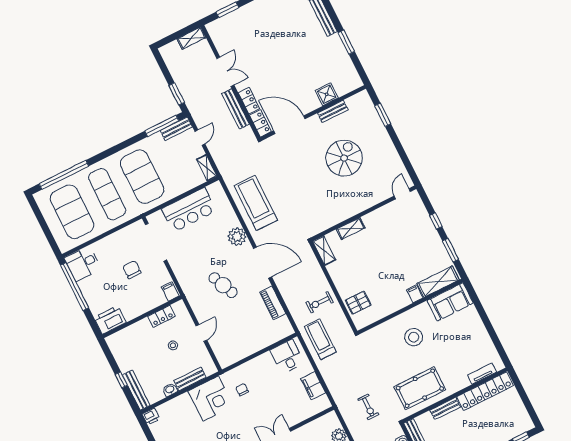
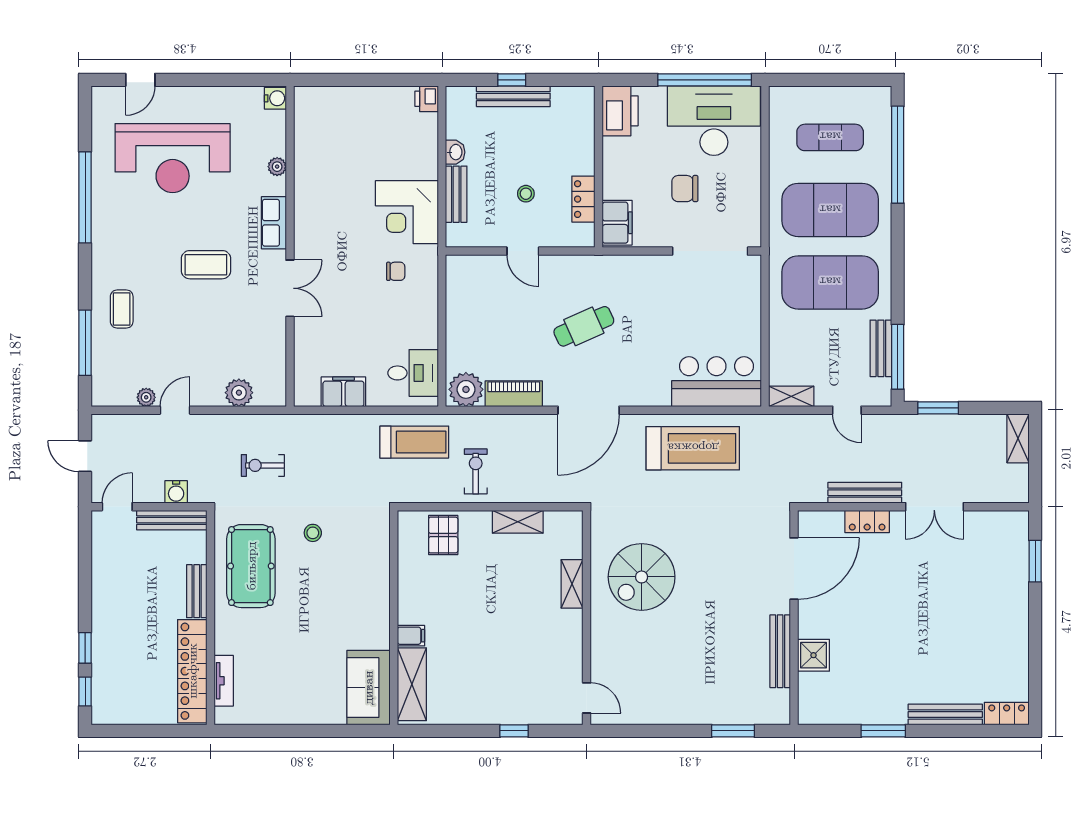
shelving: (192, 38) -> (1018, 438), moved
bench: (333, 111) -> (780, 651), width x1.36
locker: (260, 123) -> (820, 522), removed
bench: (176, 129) -> (881, 348), moved
spiral stairs: (344, 158) -> (642, 577), moved, turned 90
exercise mat: (107, 194) -> (830, 210), width x1.47
bar counter: (189, 210) -> (716, 382), moved, turned 90
exercise mat: (72, 212) -> (830, 137), width x0.50, depth x0.69
plant: (237, 237) -> (466, 389), moved
window: (451, 250) -> (454, 731), removed
shelving: (324, 251) -> (518, 522), moved
desk: (83, 264) -> (714, 121), width x1.87, depth x1.30
chair: (132, 270) -> (685, 189), turned 180
filing cabinet: (170, 291) -> (617, 223), width x2.00
stool: (414, 337) -> (313, 533), moved, width x0.53, depth x0.53
bench: (136, 390) -> (513, 96), moved

